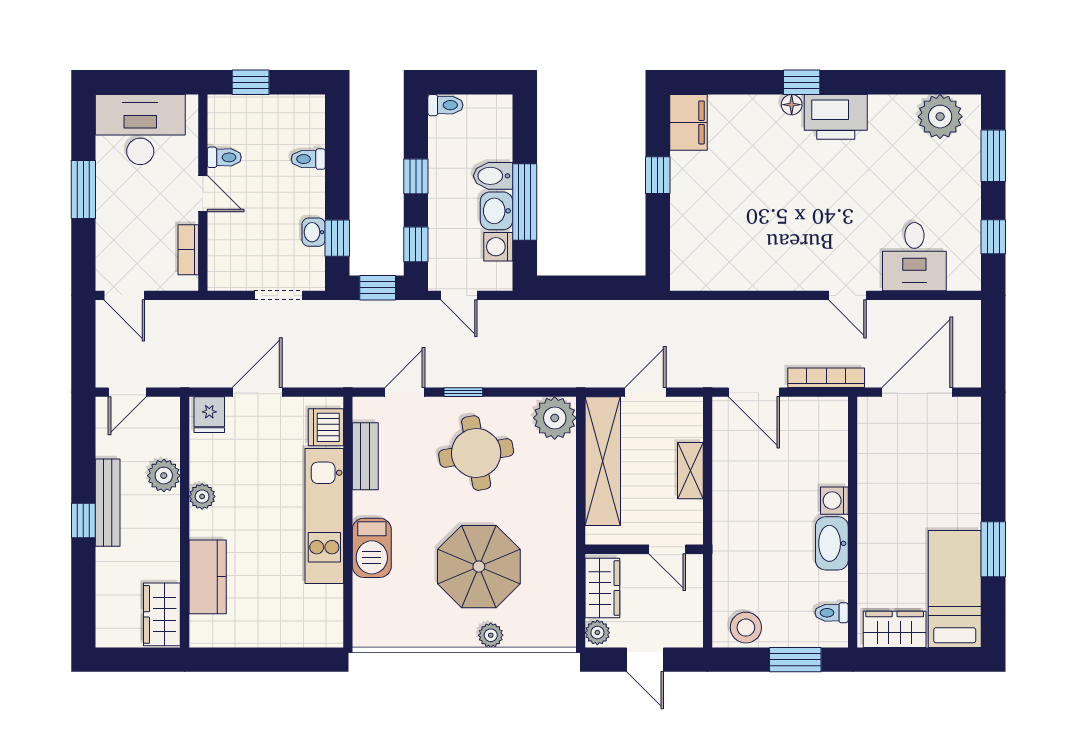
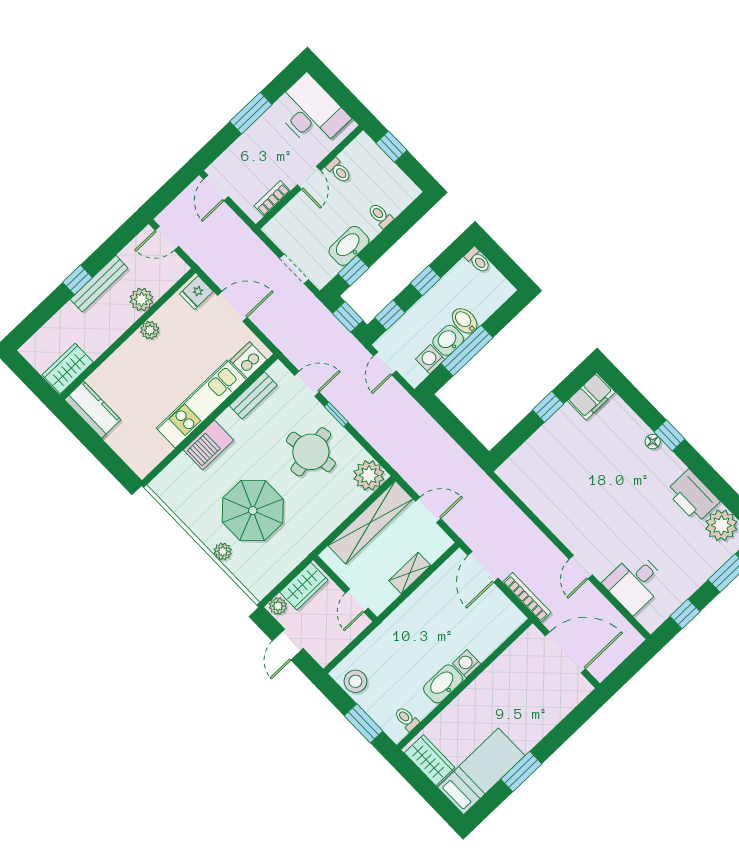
printer: (836, 117) -> (693, 496), moved
washbasin: (314, 232) -> (349, 246), width x1.91, depth x1.45
kitchen counter: (208, 577) -> (93, 410), moved, turned -90

